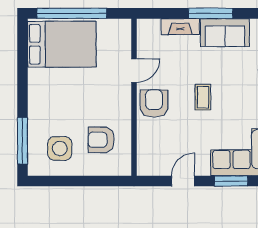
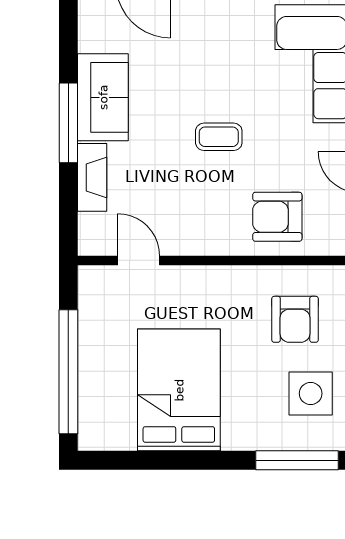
bed: (62, 44) -> (179, 390), moved
door: (134, 71) -> (139, 260), moved
armchair: (154, 104) -> (277, 217), moved

